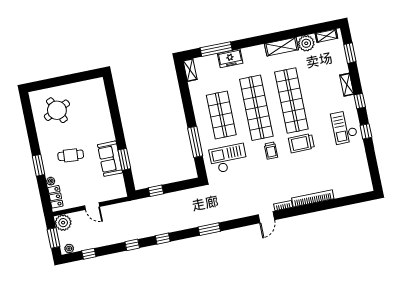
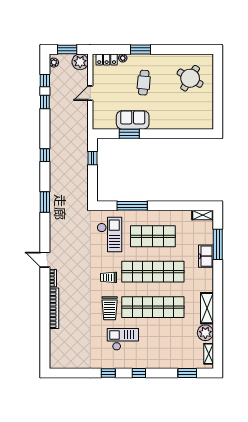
shelving: (347, 85) -> (157, 364), removed
round table: (57, 110) -> (190, 78), turned -34
checkout: (344, 127) -> (123, 339), moved
trolley: (301, 143) -> (110, 308), turned 180
window: (132, 245) -> (45, 102), moved

